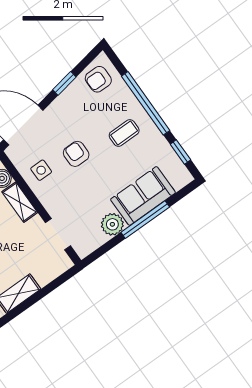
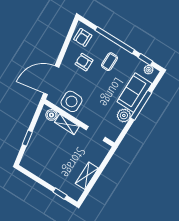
window: (64, 83) -> (65, 47), removed
armchair: (76, 154) -> (84, 62), moved
side table: (41, 170) -> (71, 101), width x1.87, depth x1.87
plant: (179, 170) -> (149, 70), added

